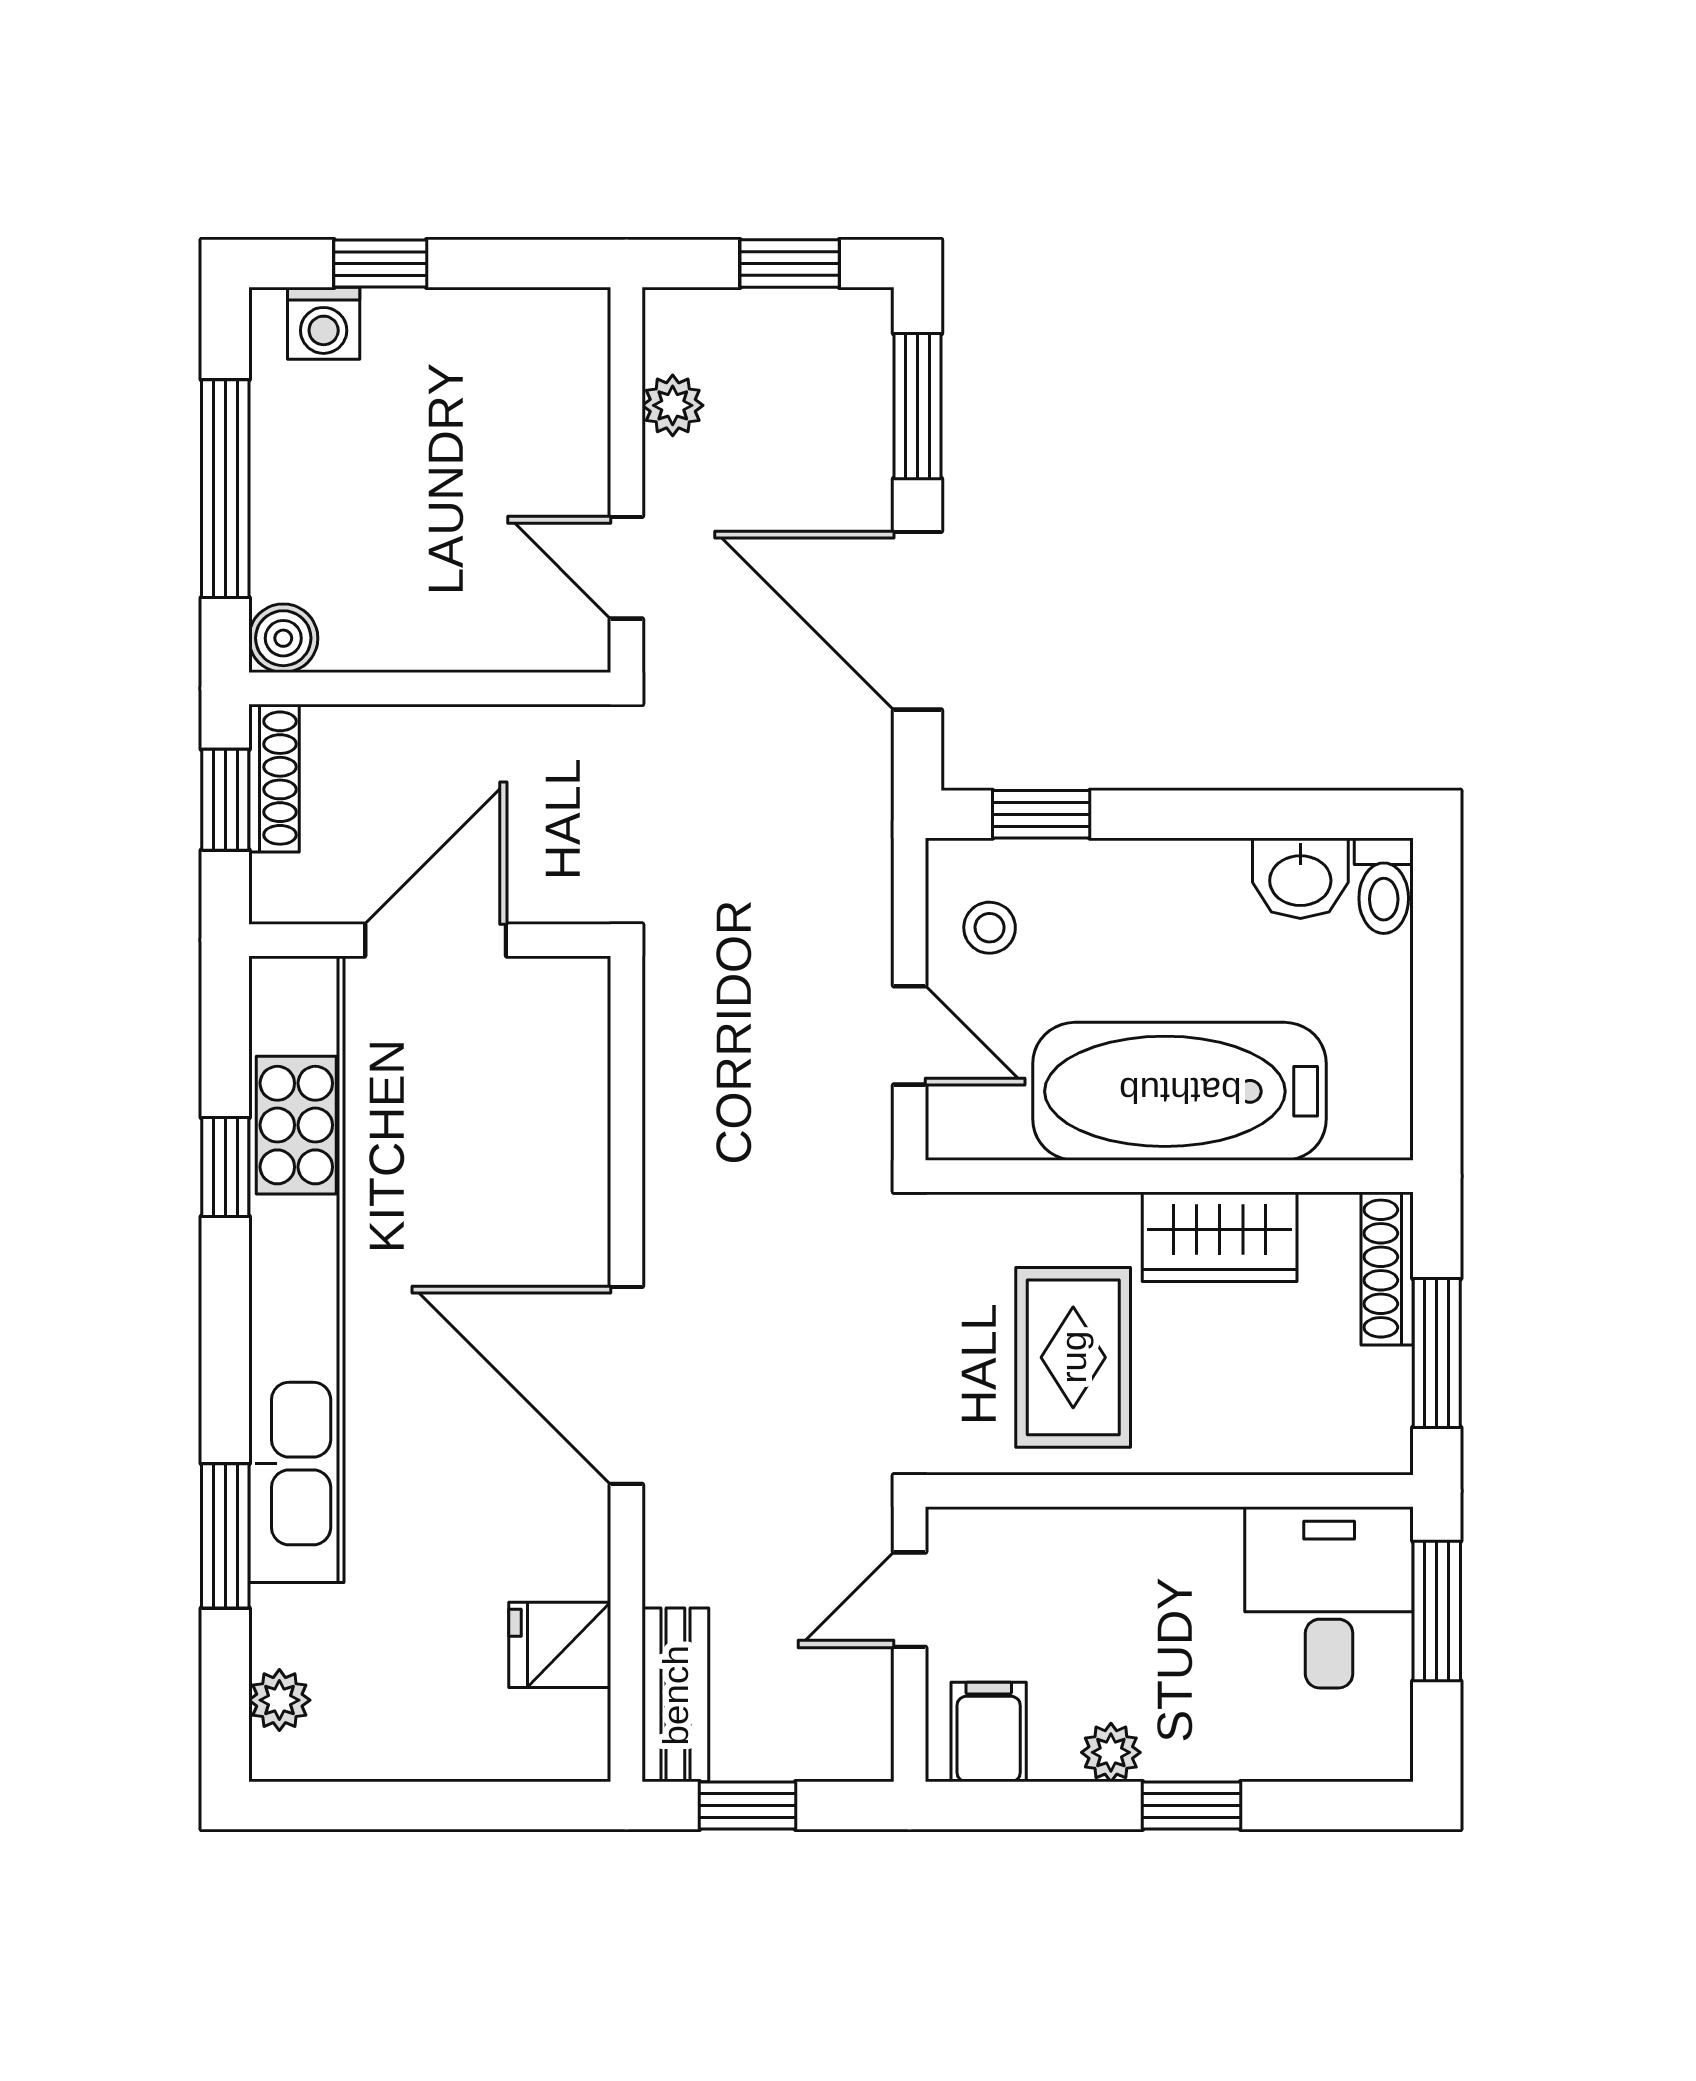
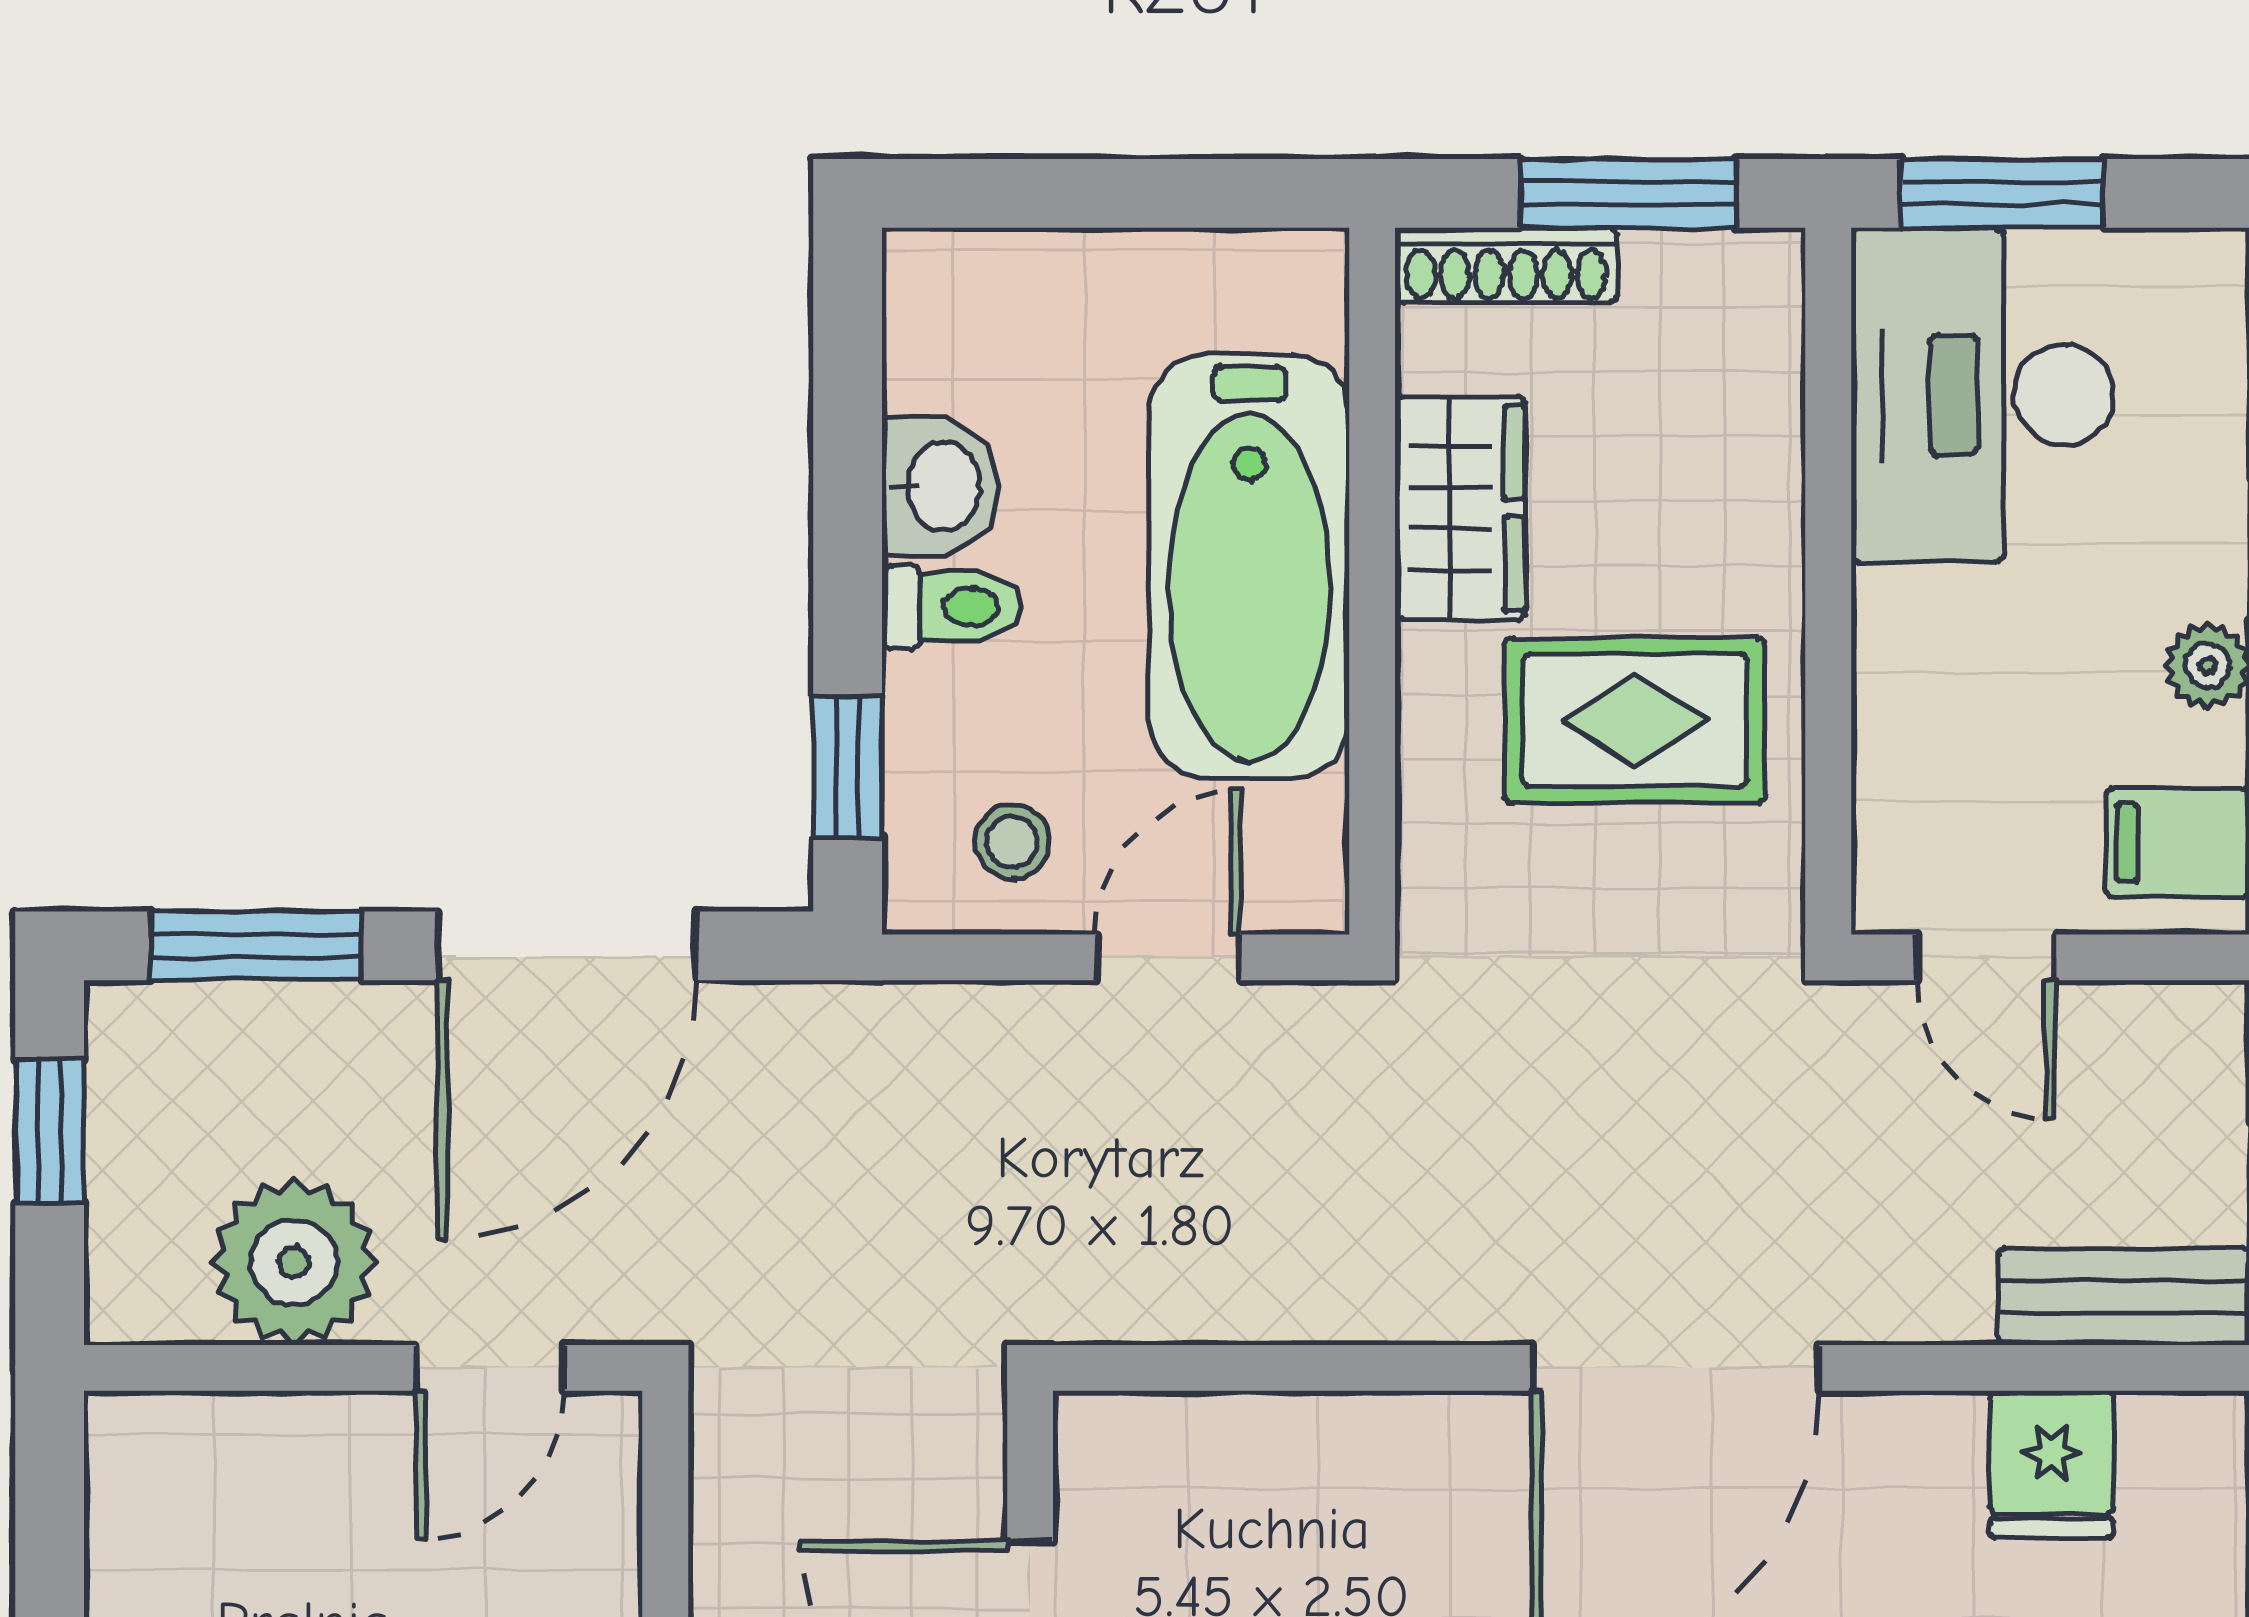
plant: (673, 405) -> (294, 1262), width x1.87, depth x1.87
washbasin: (1300, 878) -> (940, 486), moved
toilet: (1384, 886) -> (951, 607), moved
desk: (1329, 1597) -> (1983, 395), width x1.37

